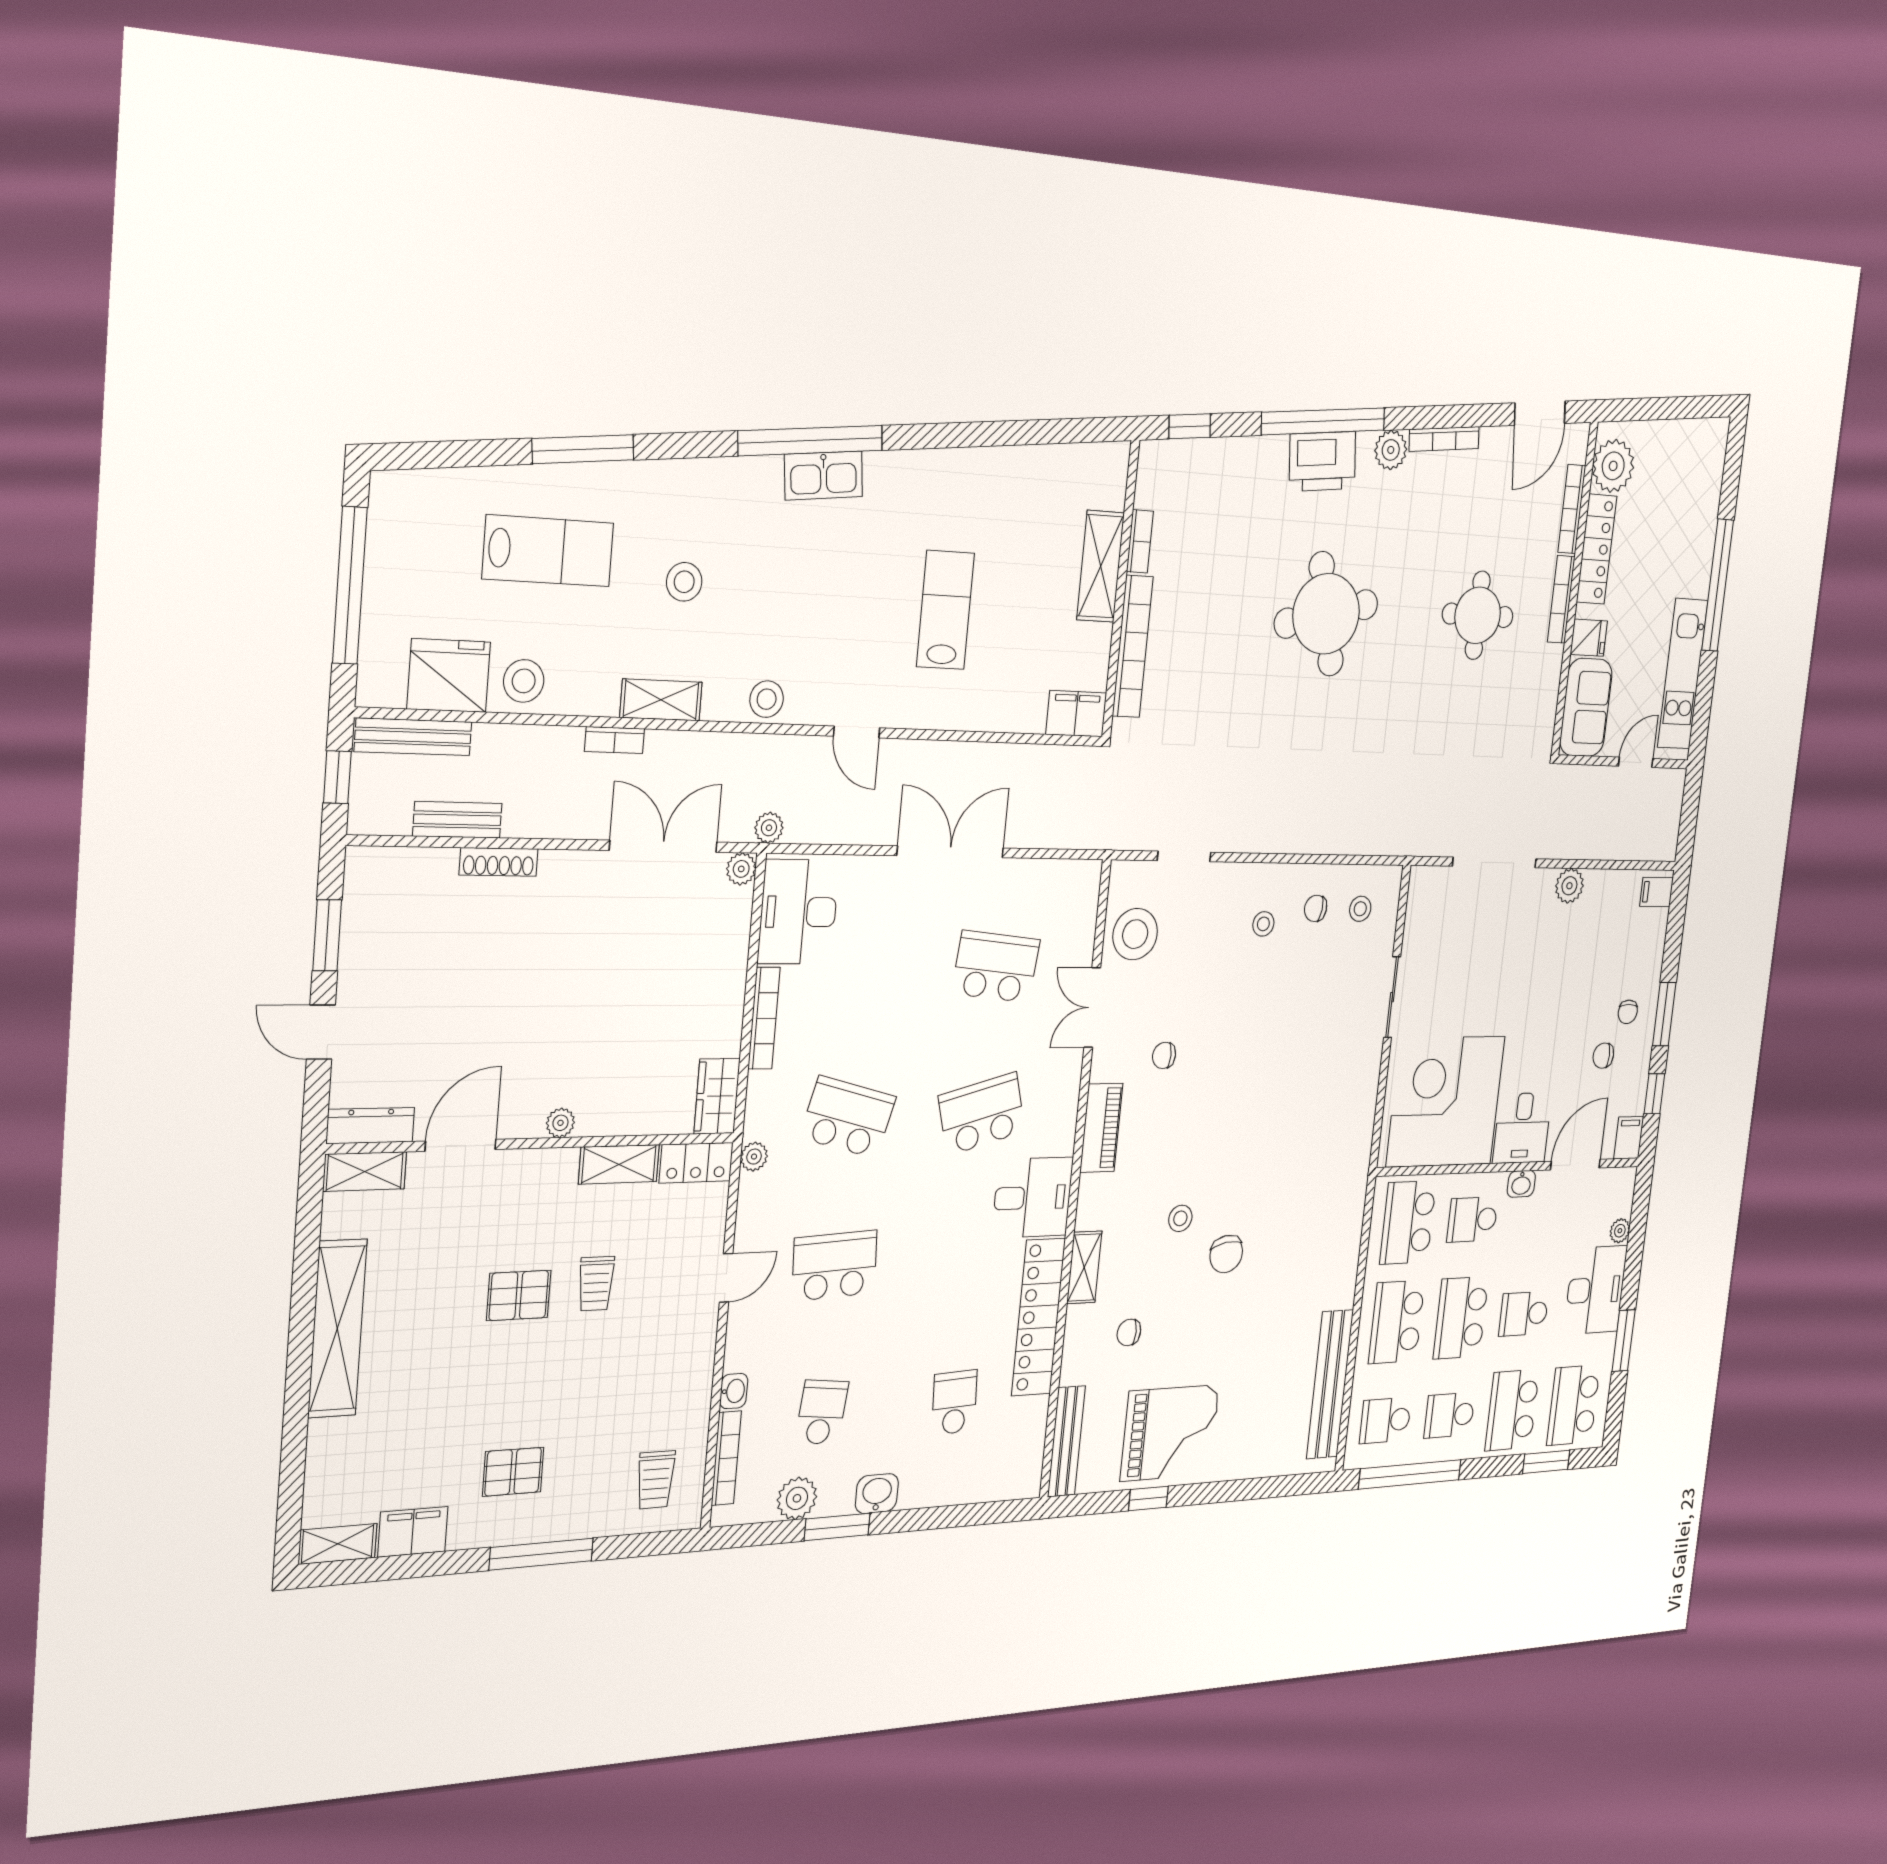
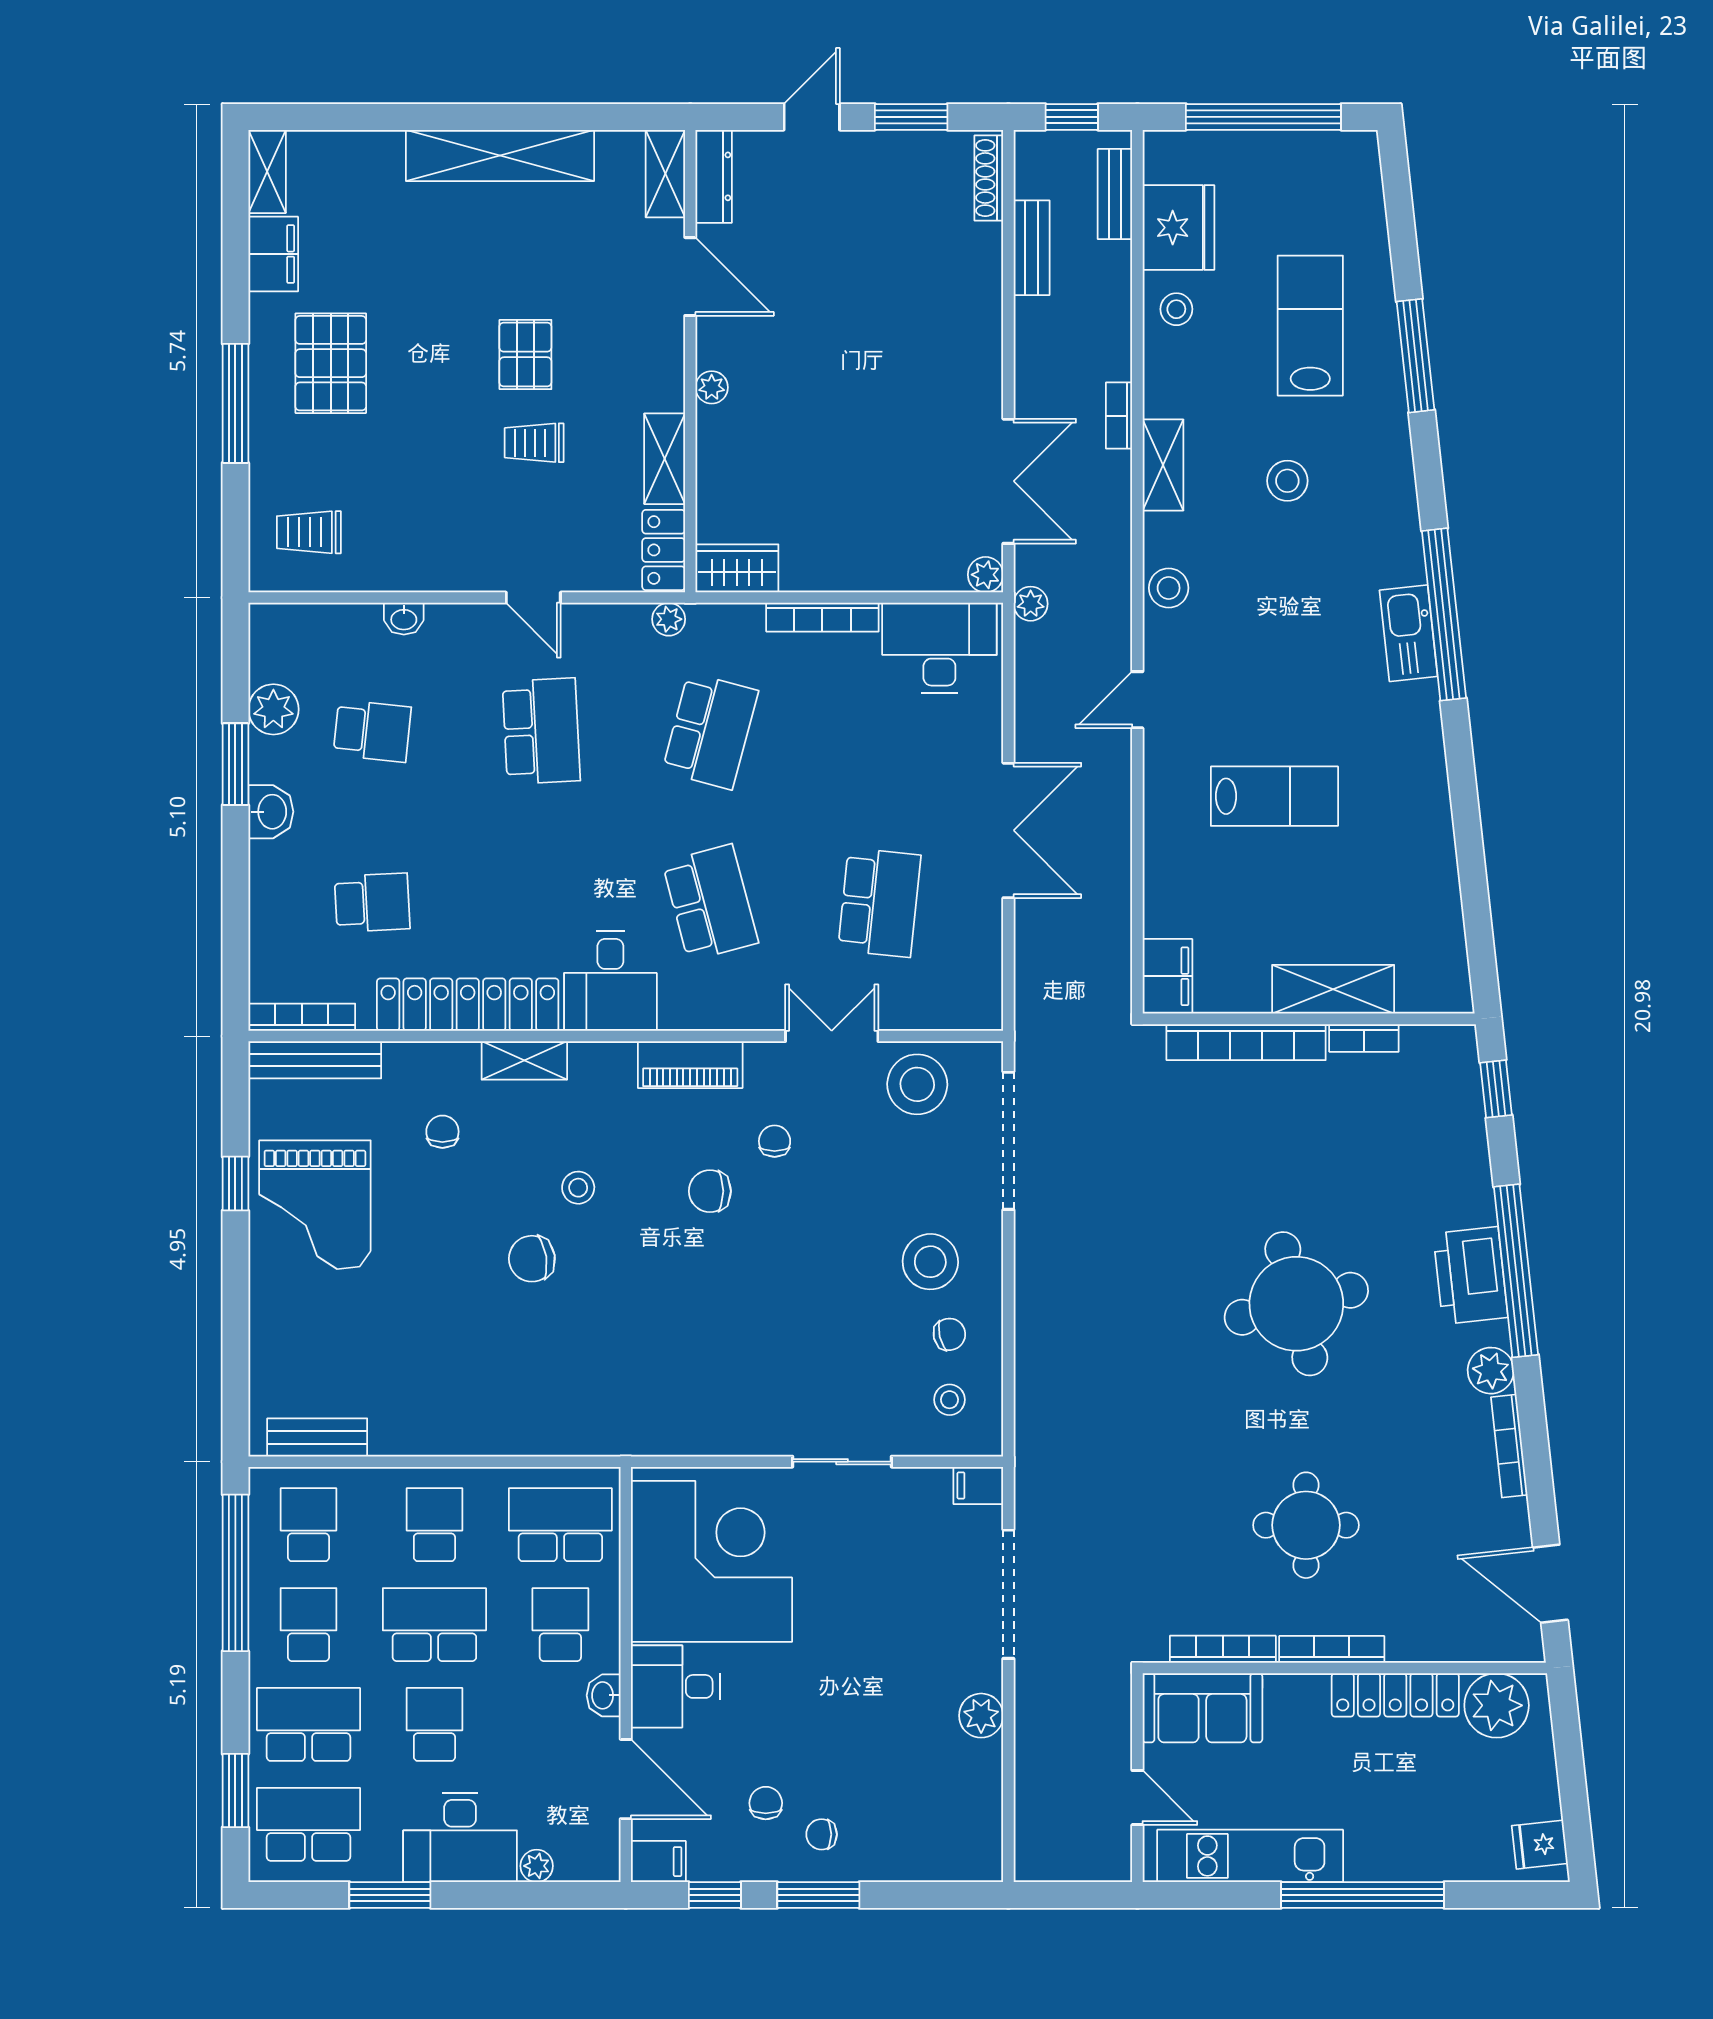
bookcase: (1572, 509) -> (1223, 1649), moved
lab bench: (548, 551) -> (1310, 326), turned 180
fridge: (1589, 638) -> (1540, 1845), moved, turned 84
stool: (524, 681) -> (1176, 309), width x0.73, depth x0.73
bench: (413, 737) -> (1115, 194), width x0.73
doorway: (1184, 856) -> (1008, 1141), width x1.87
shoe rack: (499, 862) -> (989, 178), moved
filing cabinet: (1657, 892) -> (978, 1485), moved, turned -90
chair: (1316, 908) -> (949, 1334), turned 70
stool: (1263, 924) -> (930, 1262), width x1.89, depth x1.89
chair: (1194, 1109) -> (710, 1191), added
school desk: (1397, 1322) -> (434, 1525), width x0.54
bench: (1330, 1384) -> (317, 1437), width x0.54, depth x0.82
bookcase: (726, 1458) -> (302, 1017), moved, turned 180
pallet: (513, 1472) -> (331, 363), width x1.50, depth x1.42

